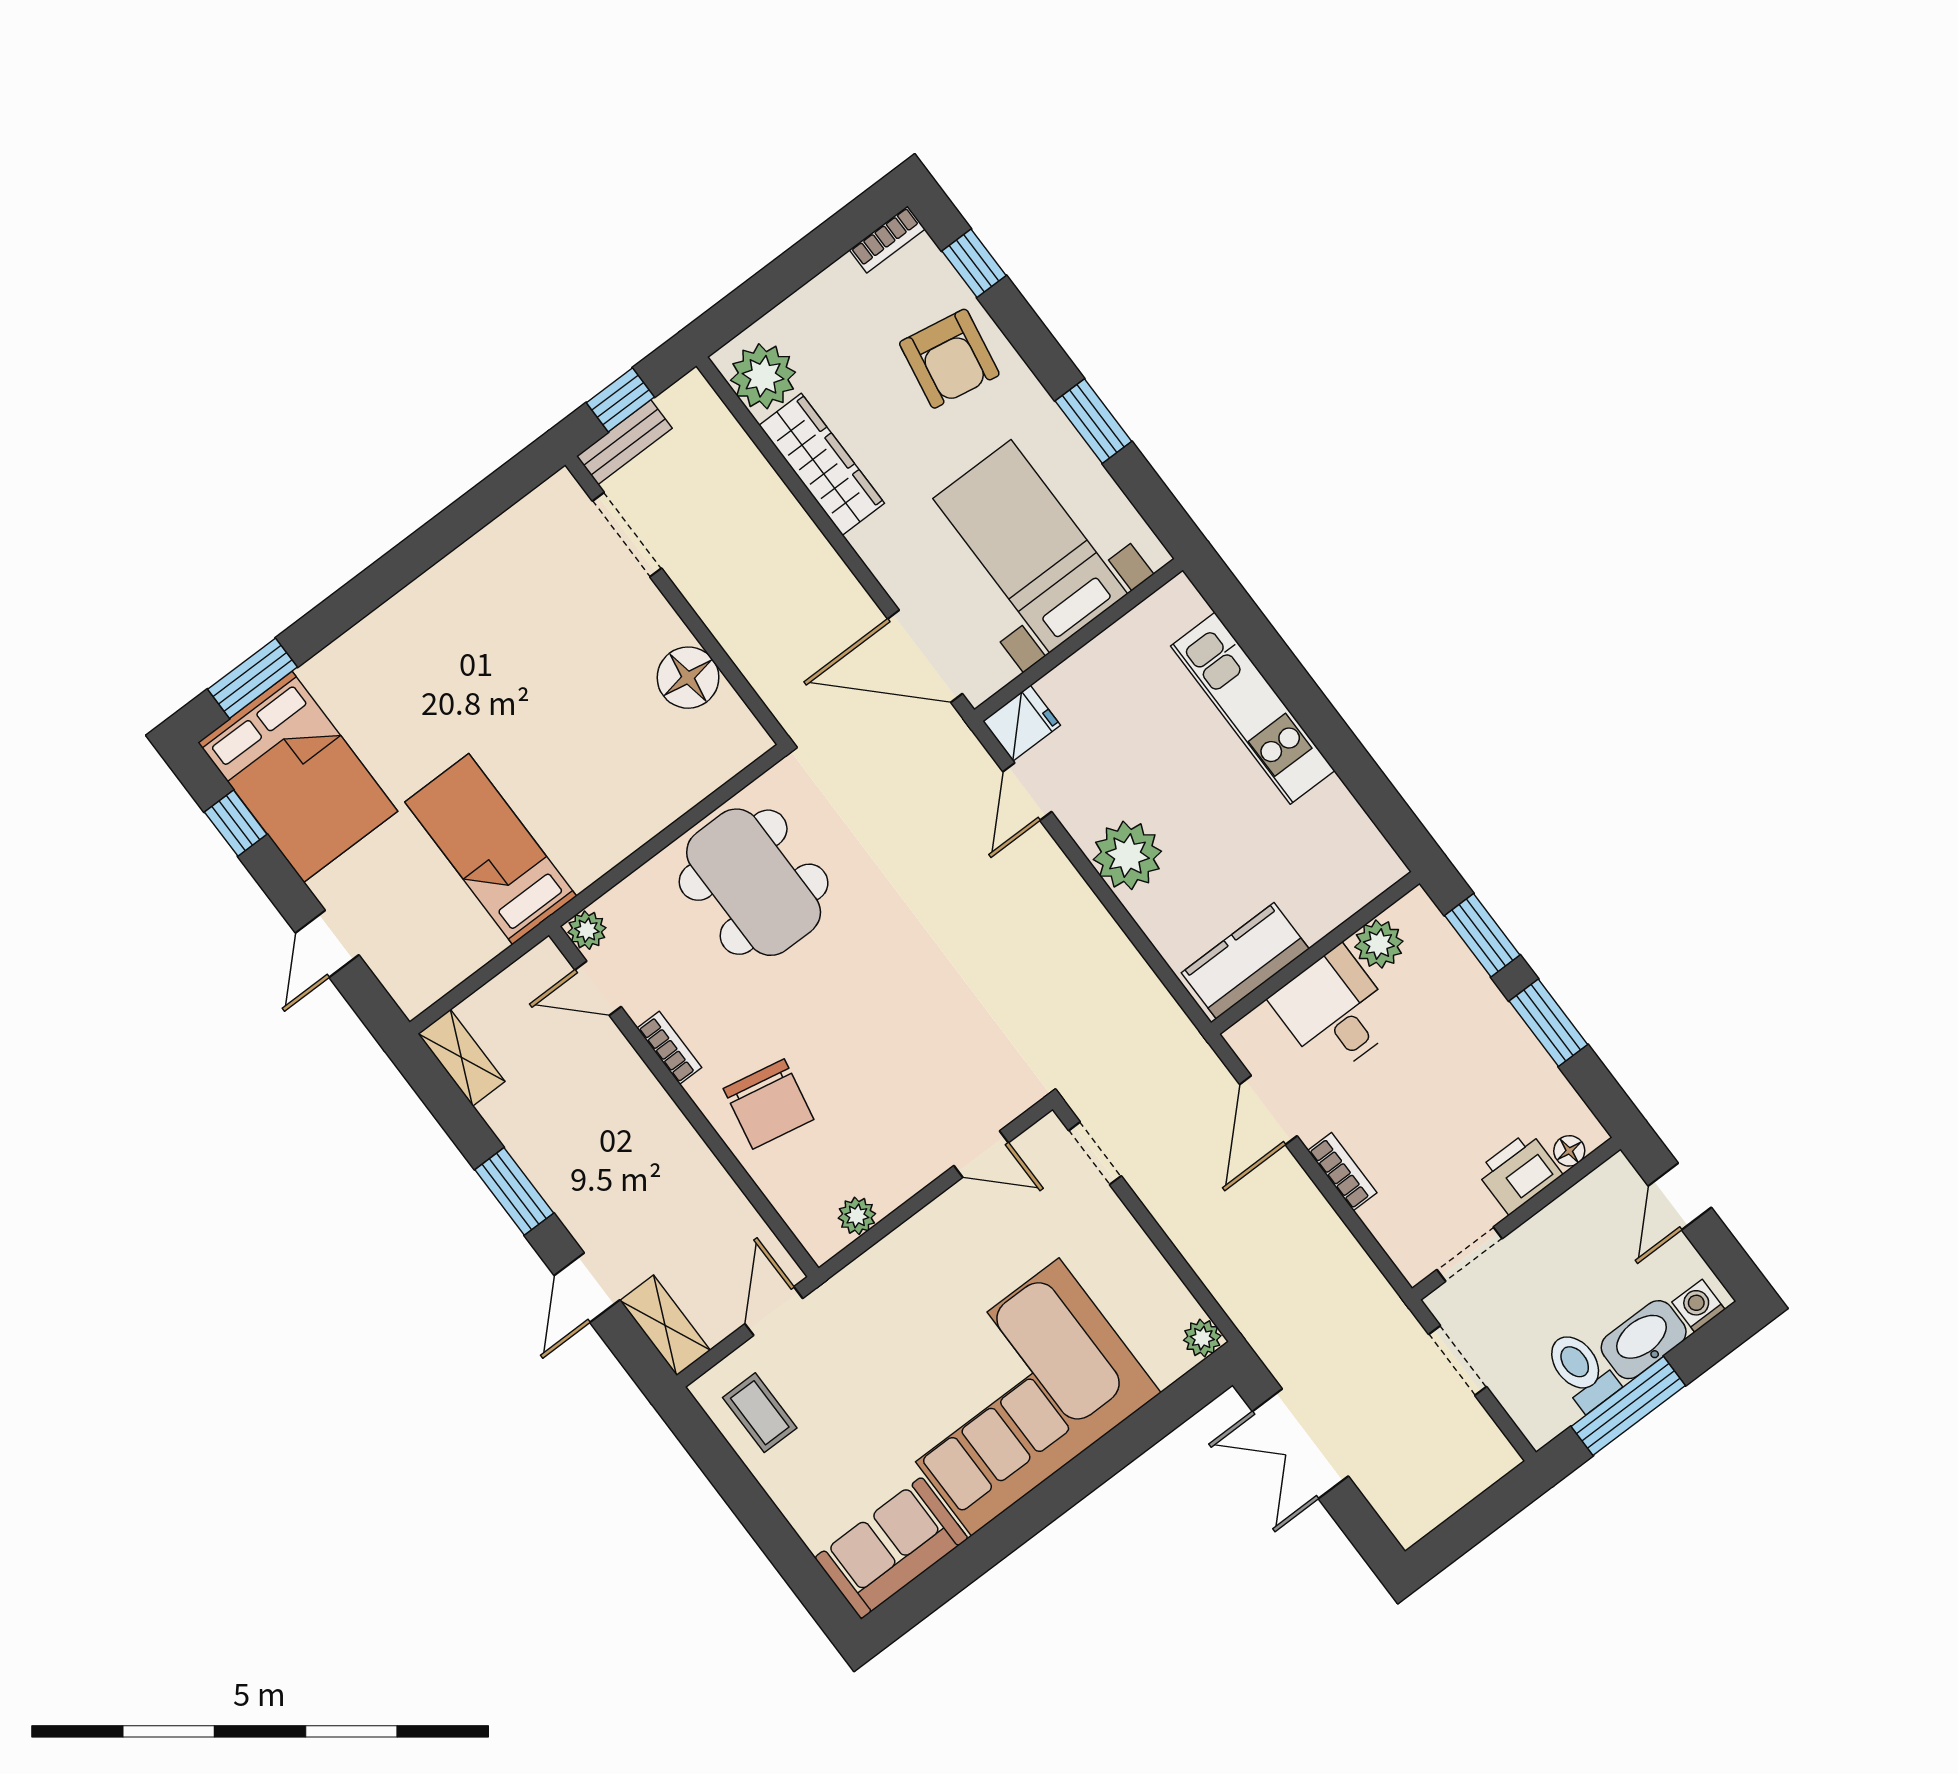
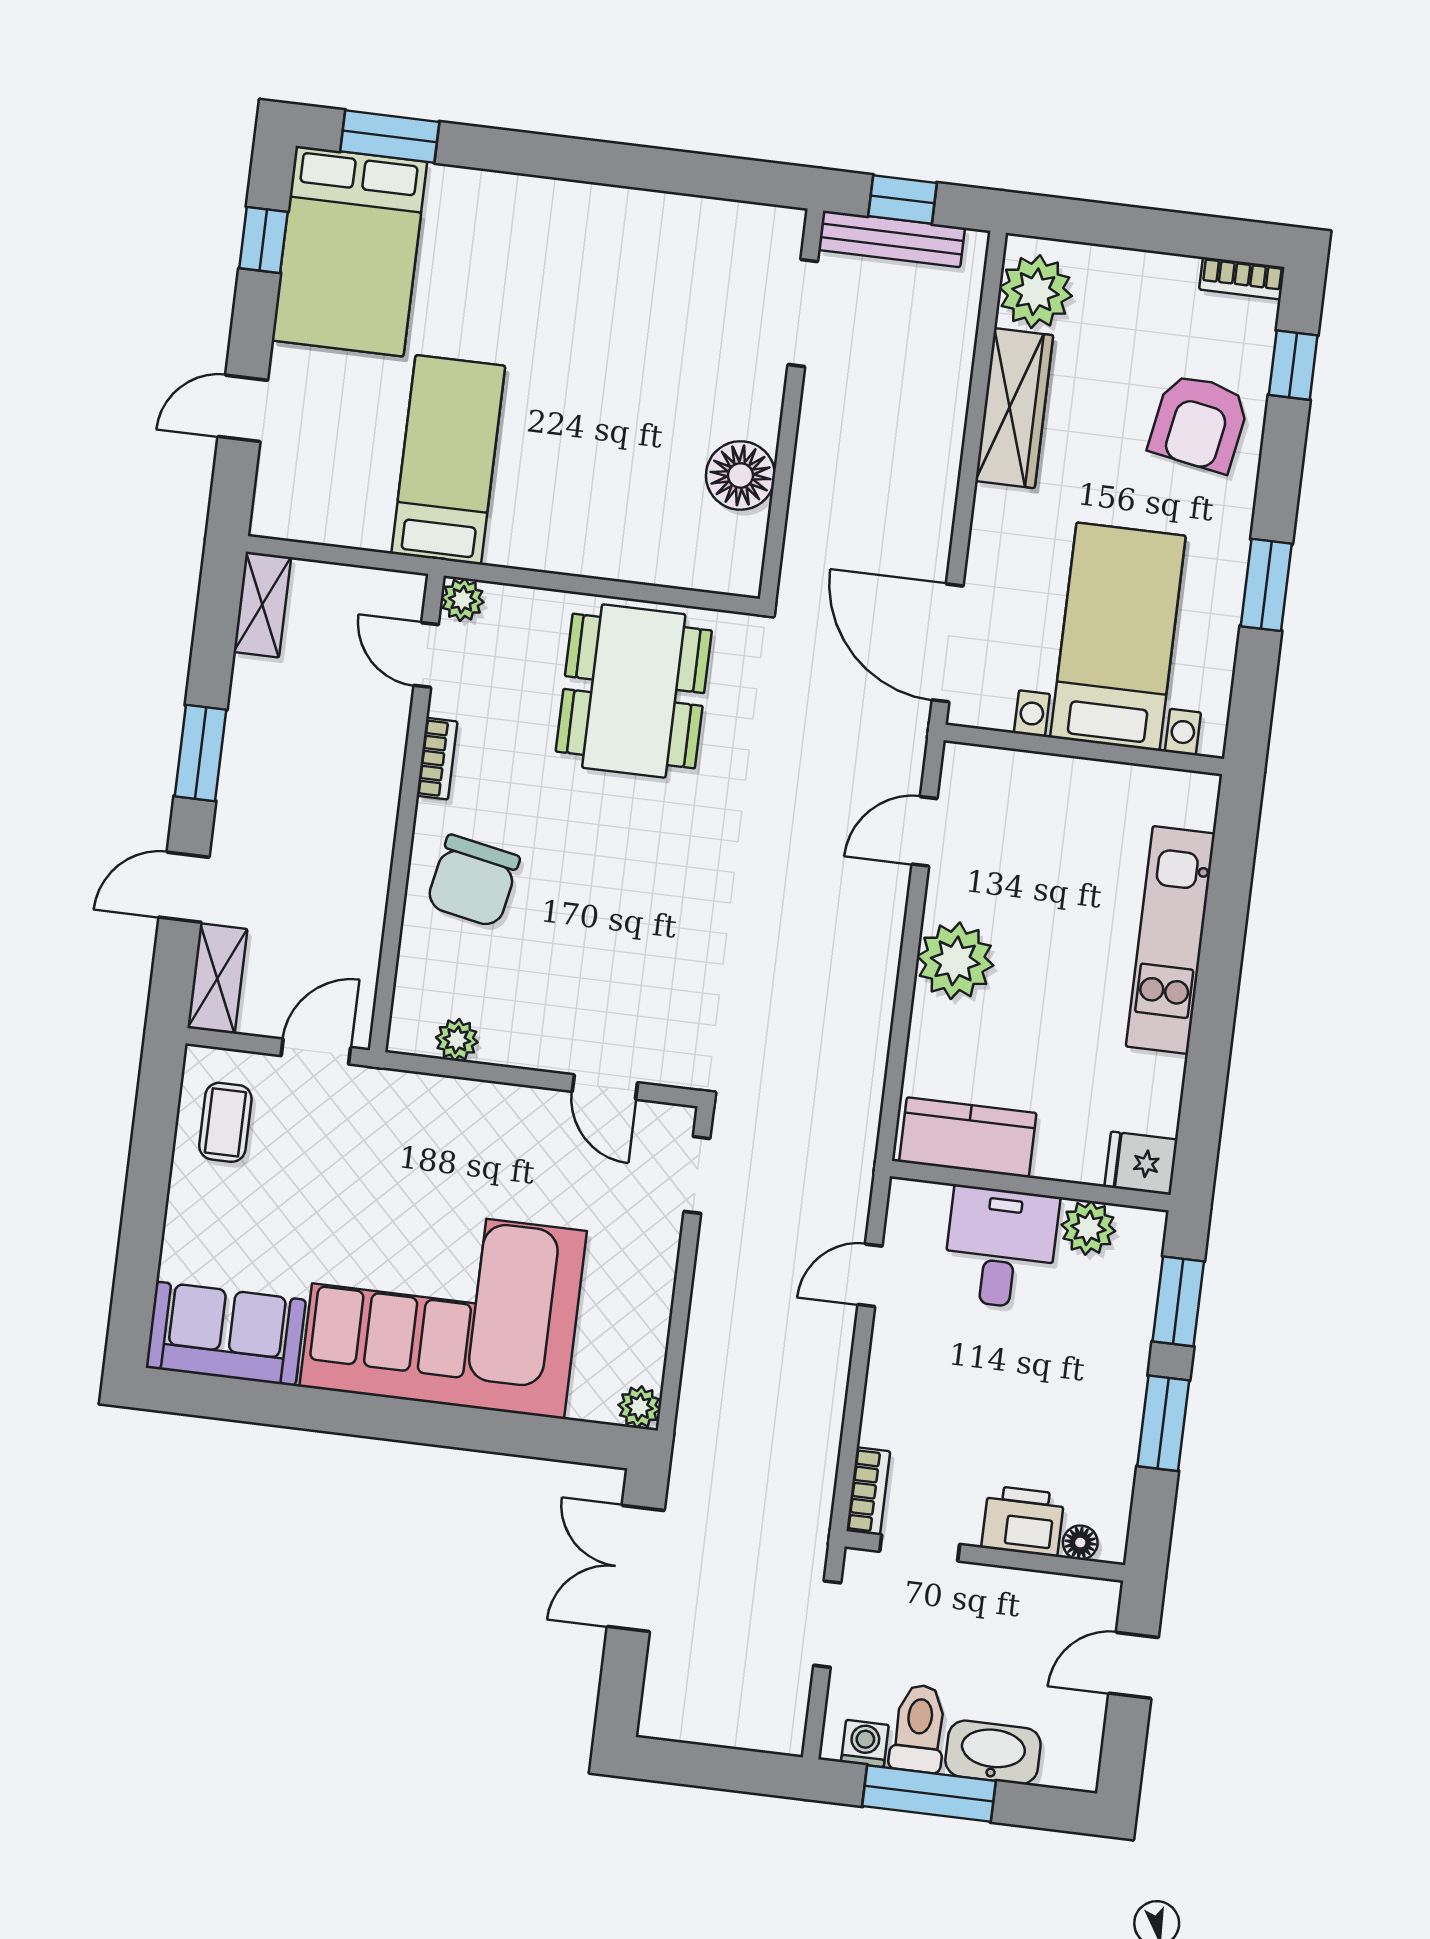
bench: (624, 442) -> (892, 239), width x1.36
fridge: (1022, 723) -> (1141, 1163), moved, turned 180
door: (1268, 1110) -> (870, 1275), width x0.73
bookcase: (1342, 1172) -> (868, 1491), moved
washing machine: (1699, 1306) -> (865, 1743), moved

